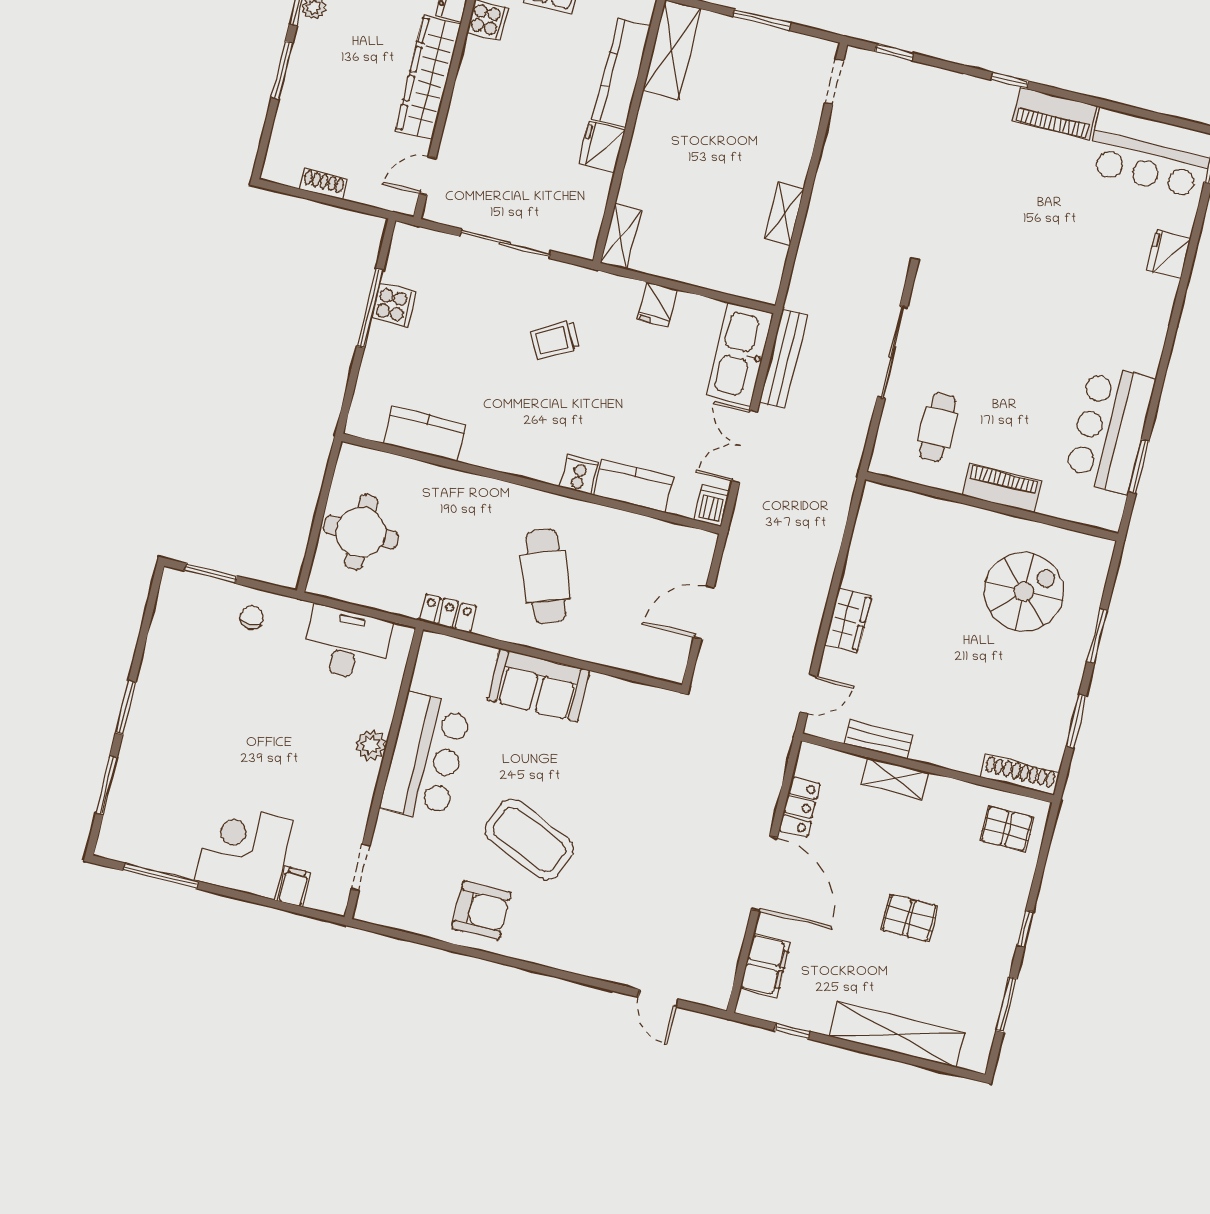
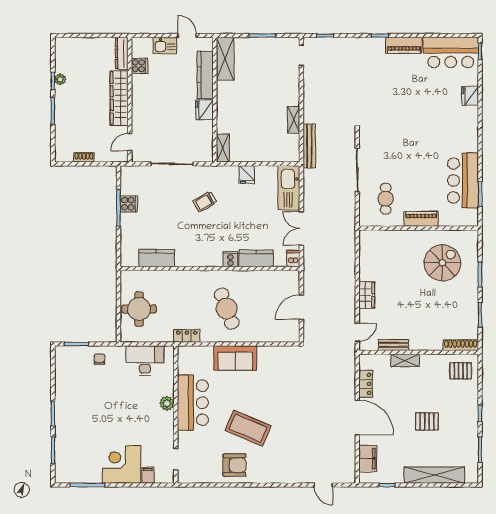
bench: (784, 359) -> (309, 146), moved

